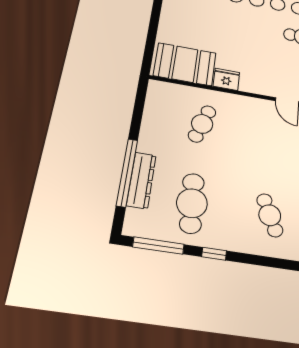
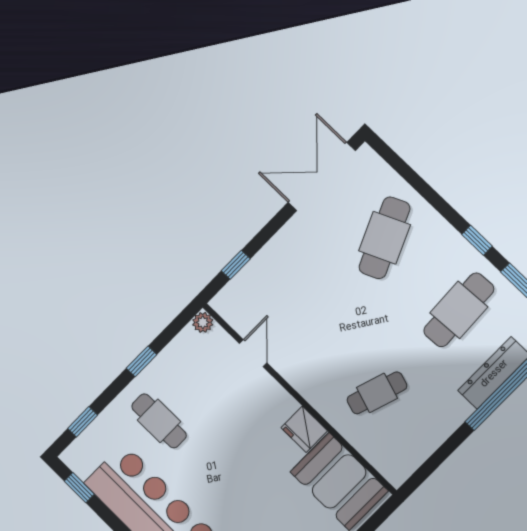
cafe table: (270, 215) -> (385, 238), width x1.37, depth x1.35

